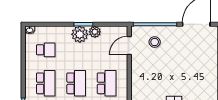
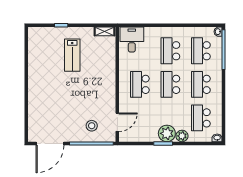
plant: (95, 32) -> (182, 136), moved
school desk: (46, 50) -> (201, 118), width x1.85

